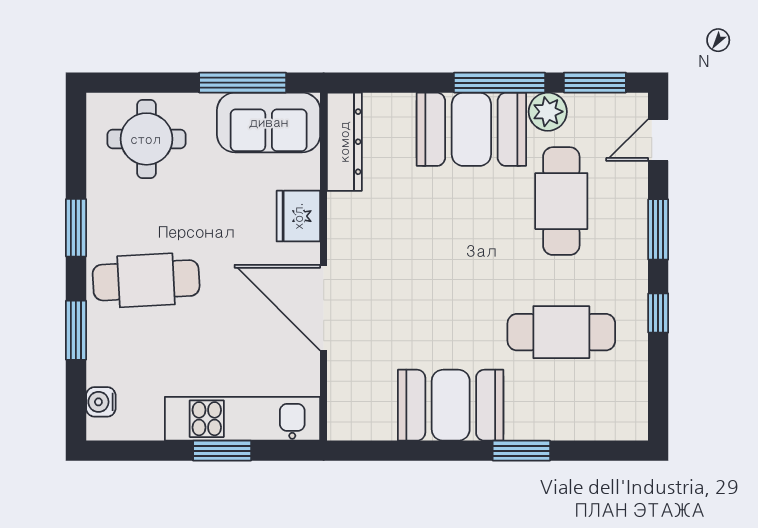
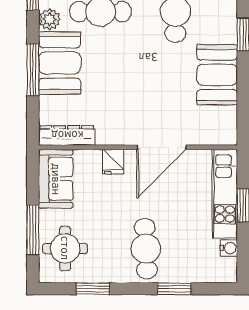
window: (243, 83) -> (33, 230), moved
window: (500, 83) -> (33, 70), moved
fridge: (298, 216) -> (113, 162), width x0.72
window: (76, 228) -> (93, 289), moved
water cooler: (101, 402) -> (229, 248), moved, turned -90

